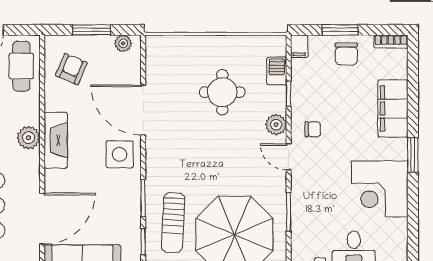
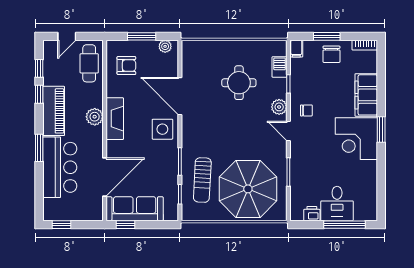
armchair: (71, 69) -> (126, 66), turned 67
corner desk: (380, 189) -> (356, 139), moved

